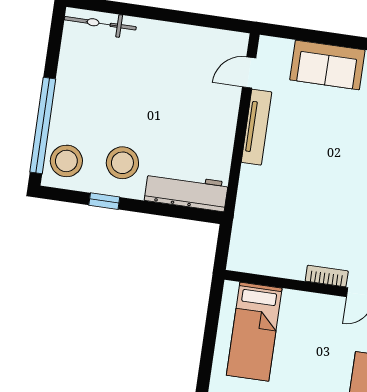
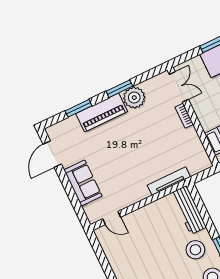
tv unit: (256, 127) -> (169, 181), moved

